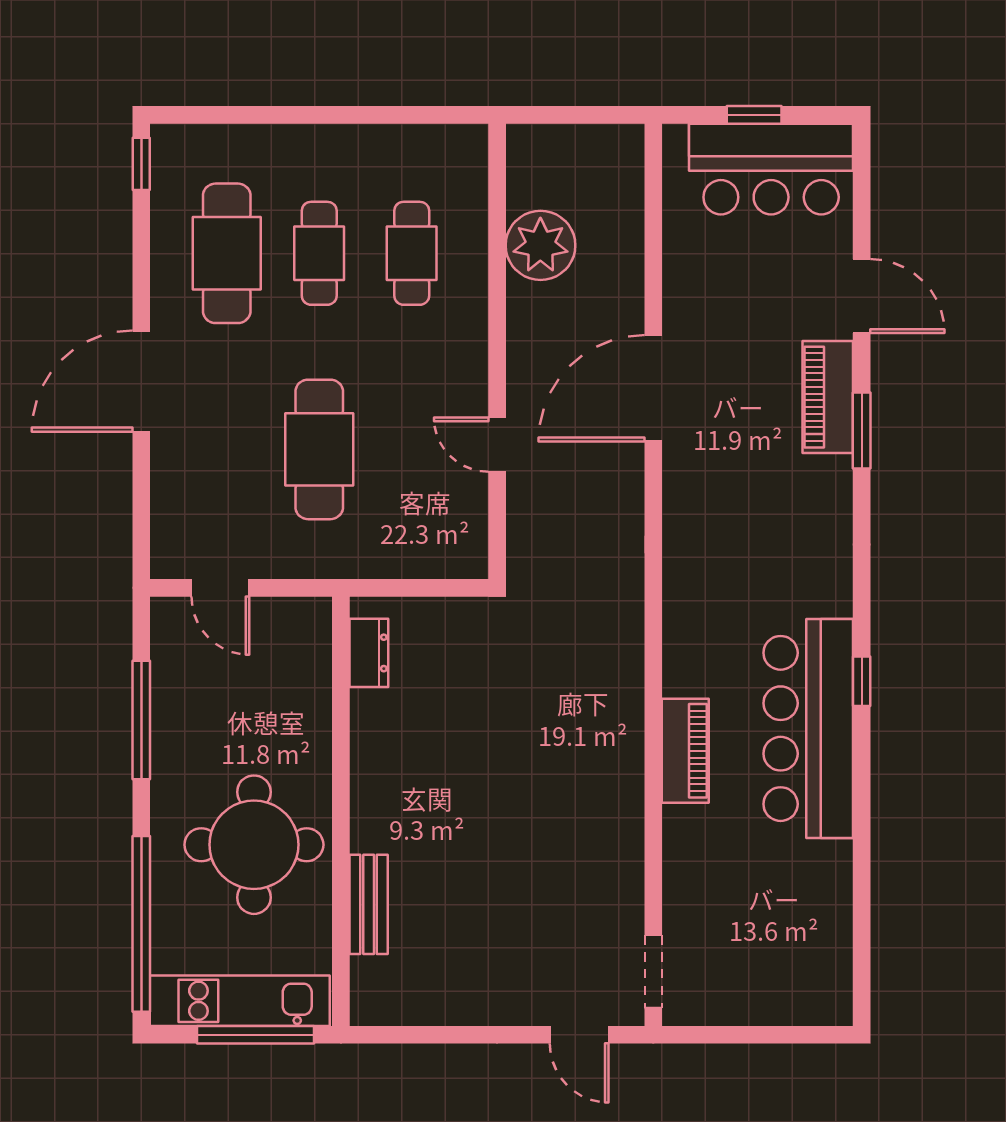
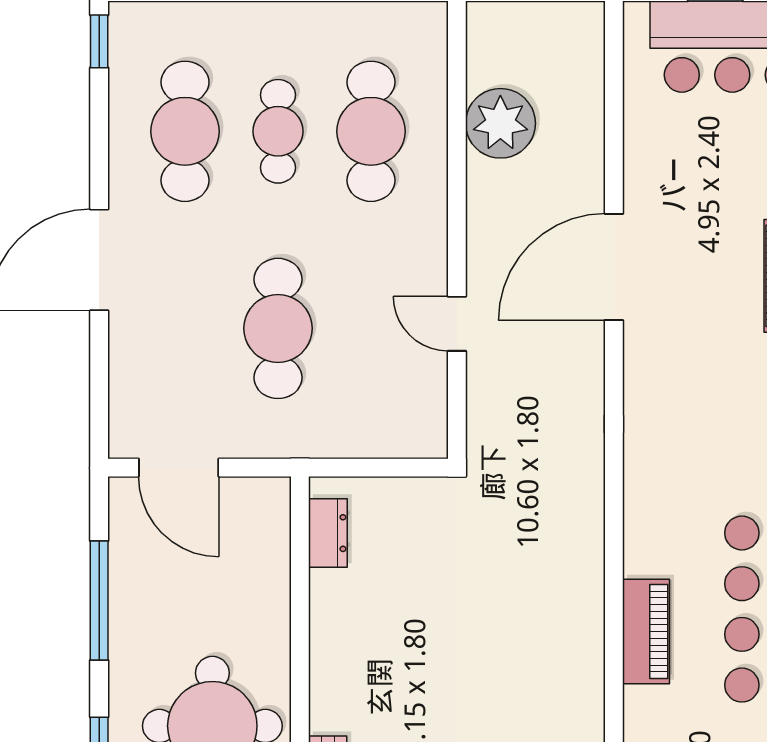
cafe table: (412, 253) -> (371, 131), width x1.37, depth x1.35
door: (220, 588) -> (179, 468), width x1.38

